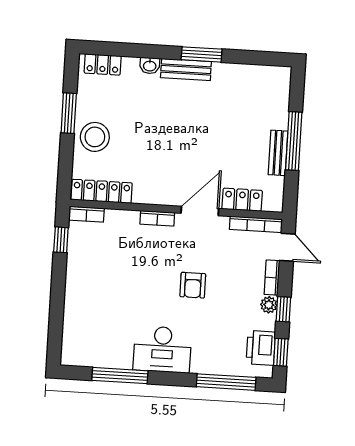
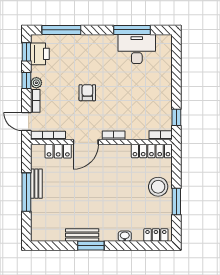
bench: (186, 70) -> (82, 235), moved
desk: (162, 349) -> (137, 49), moved

